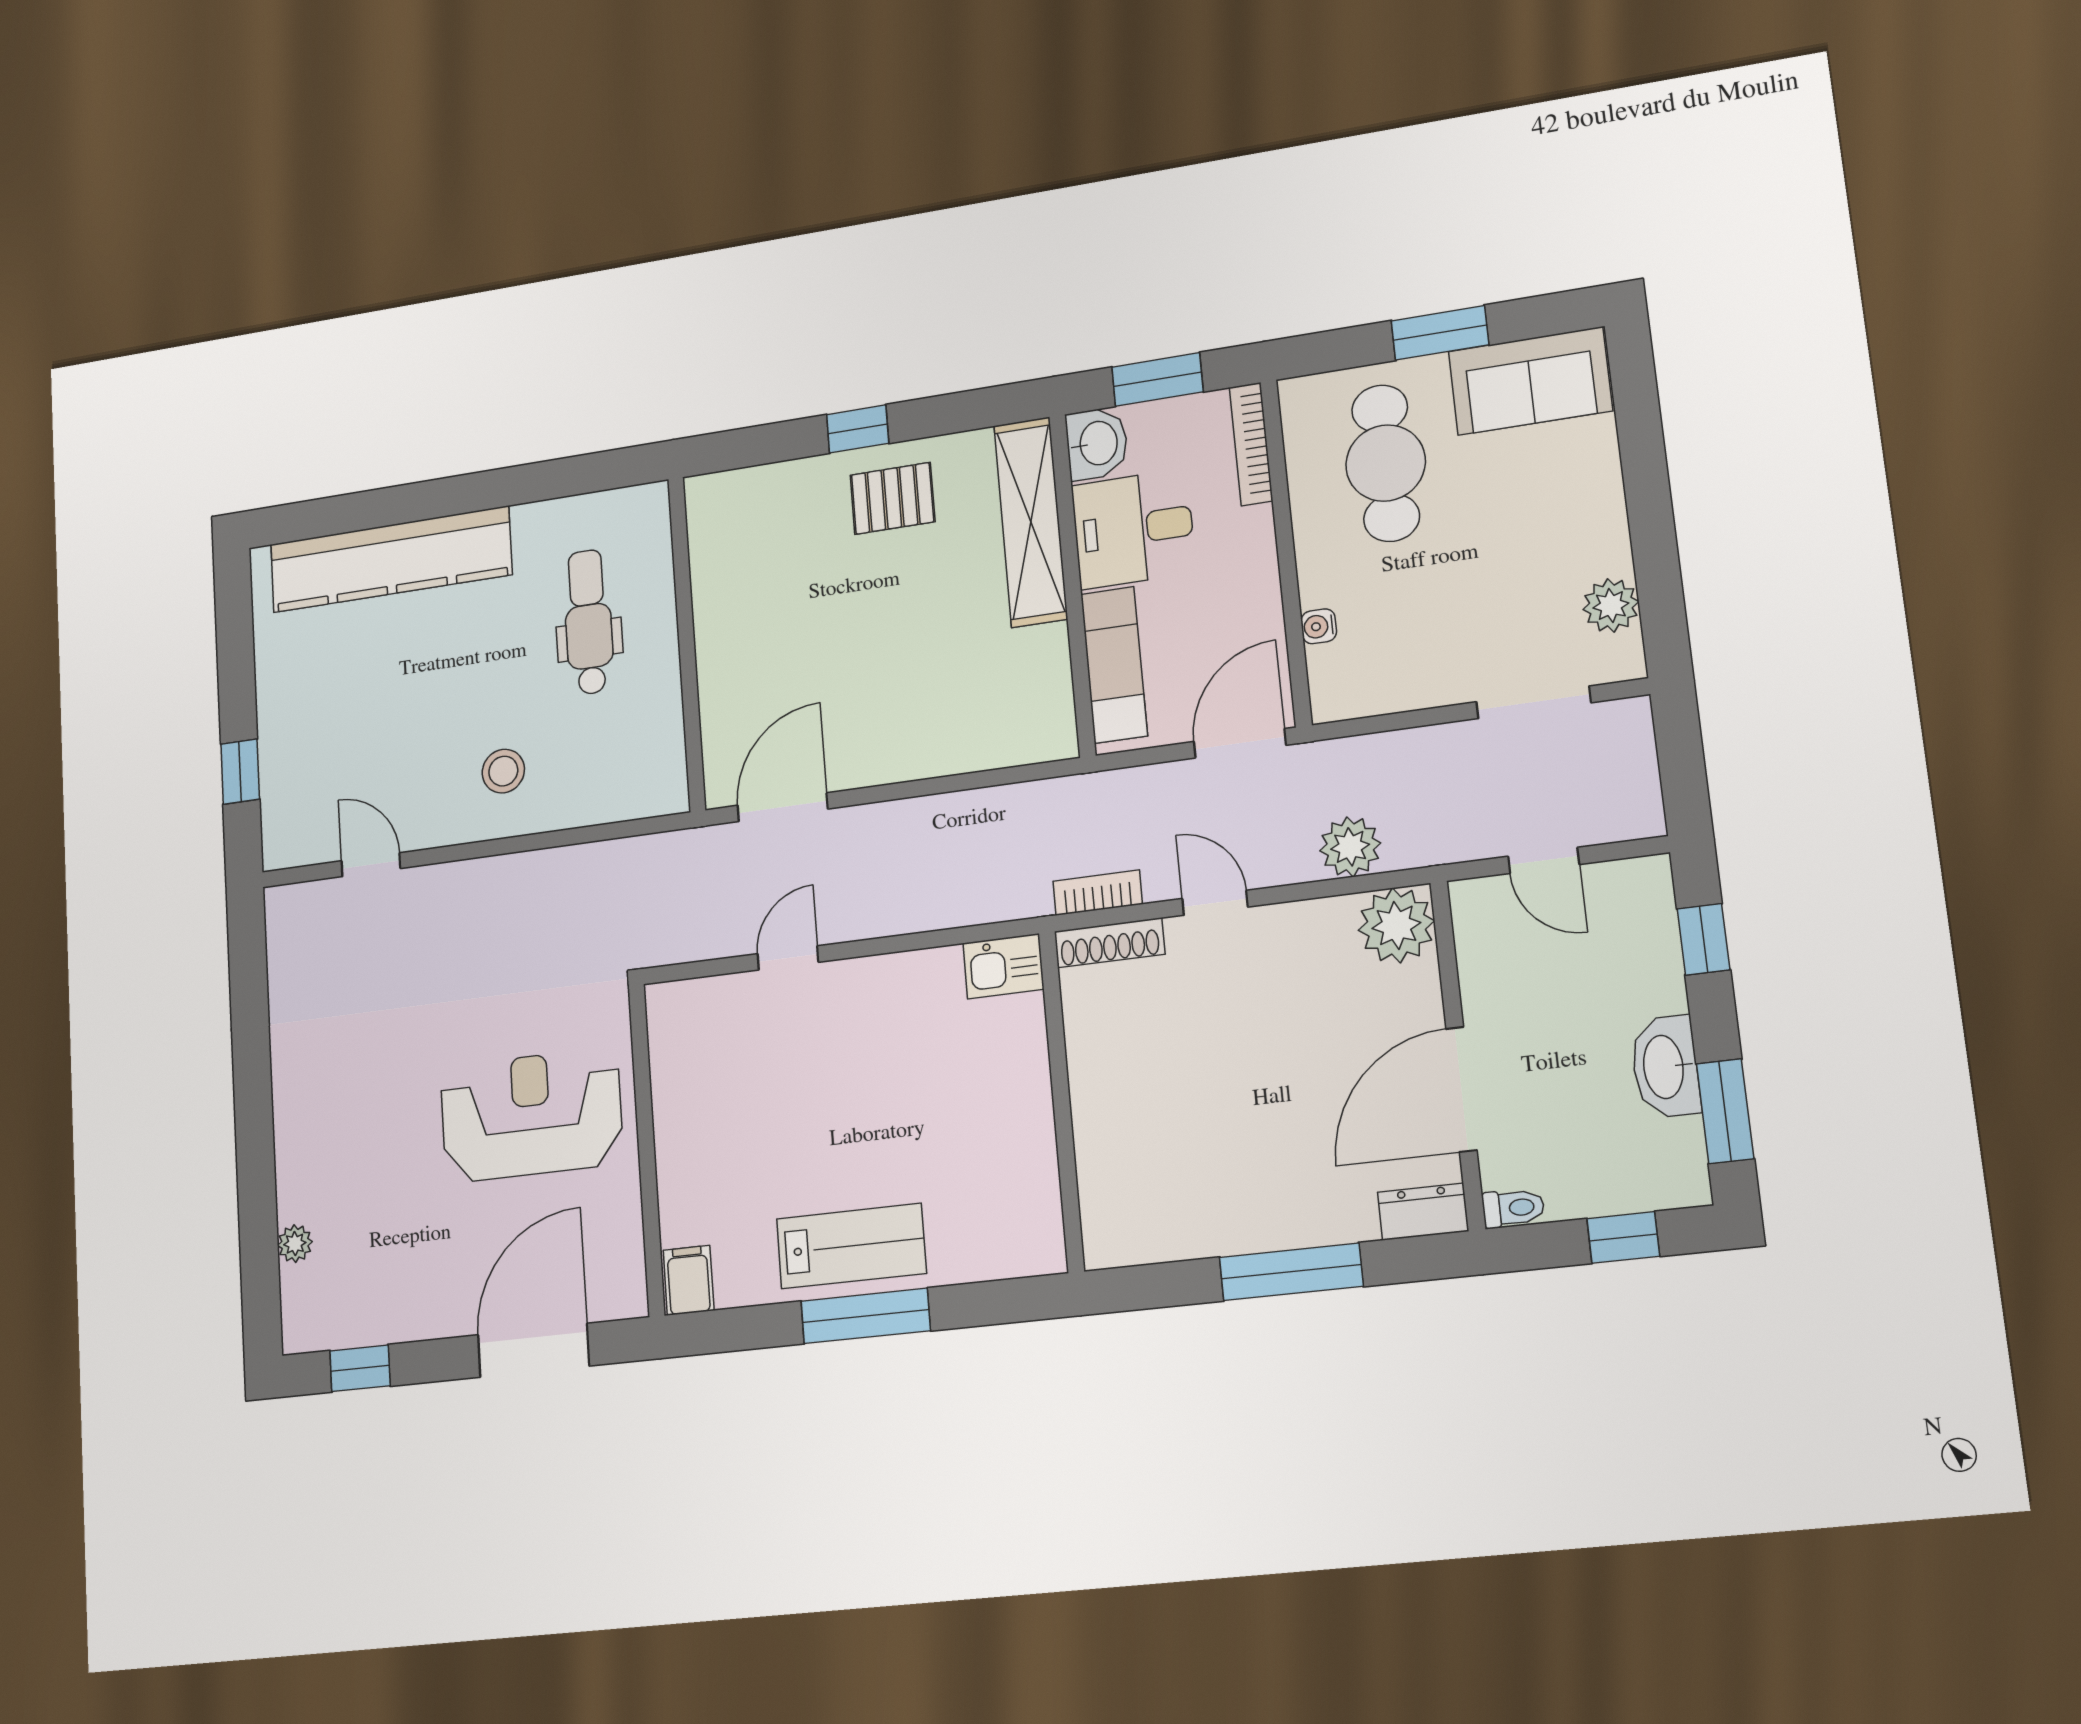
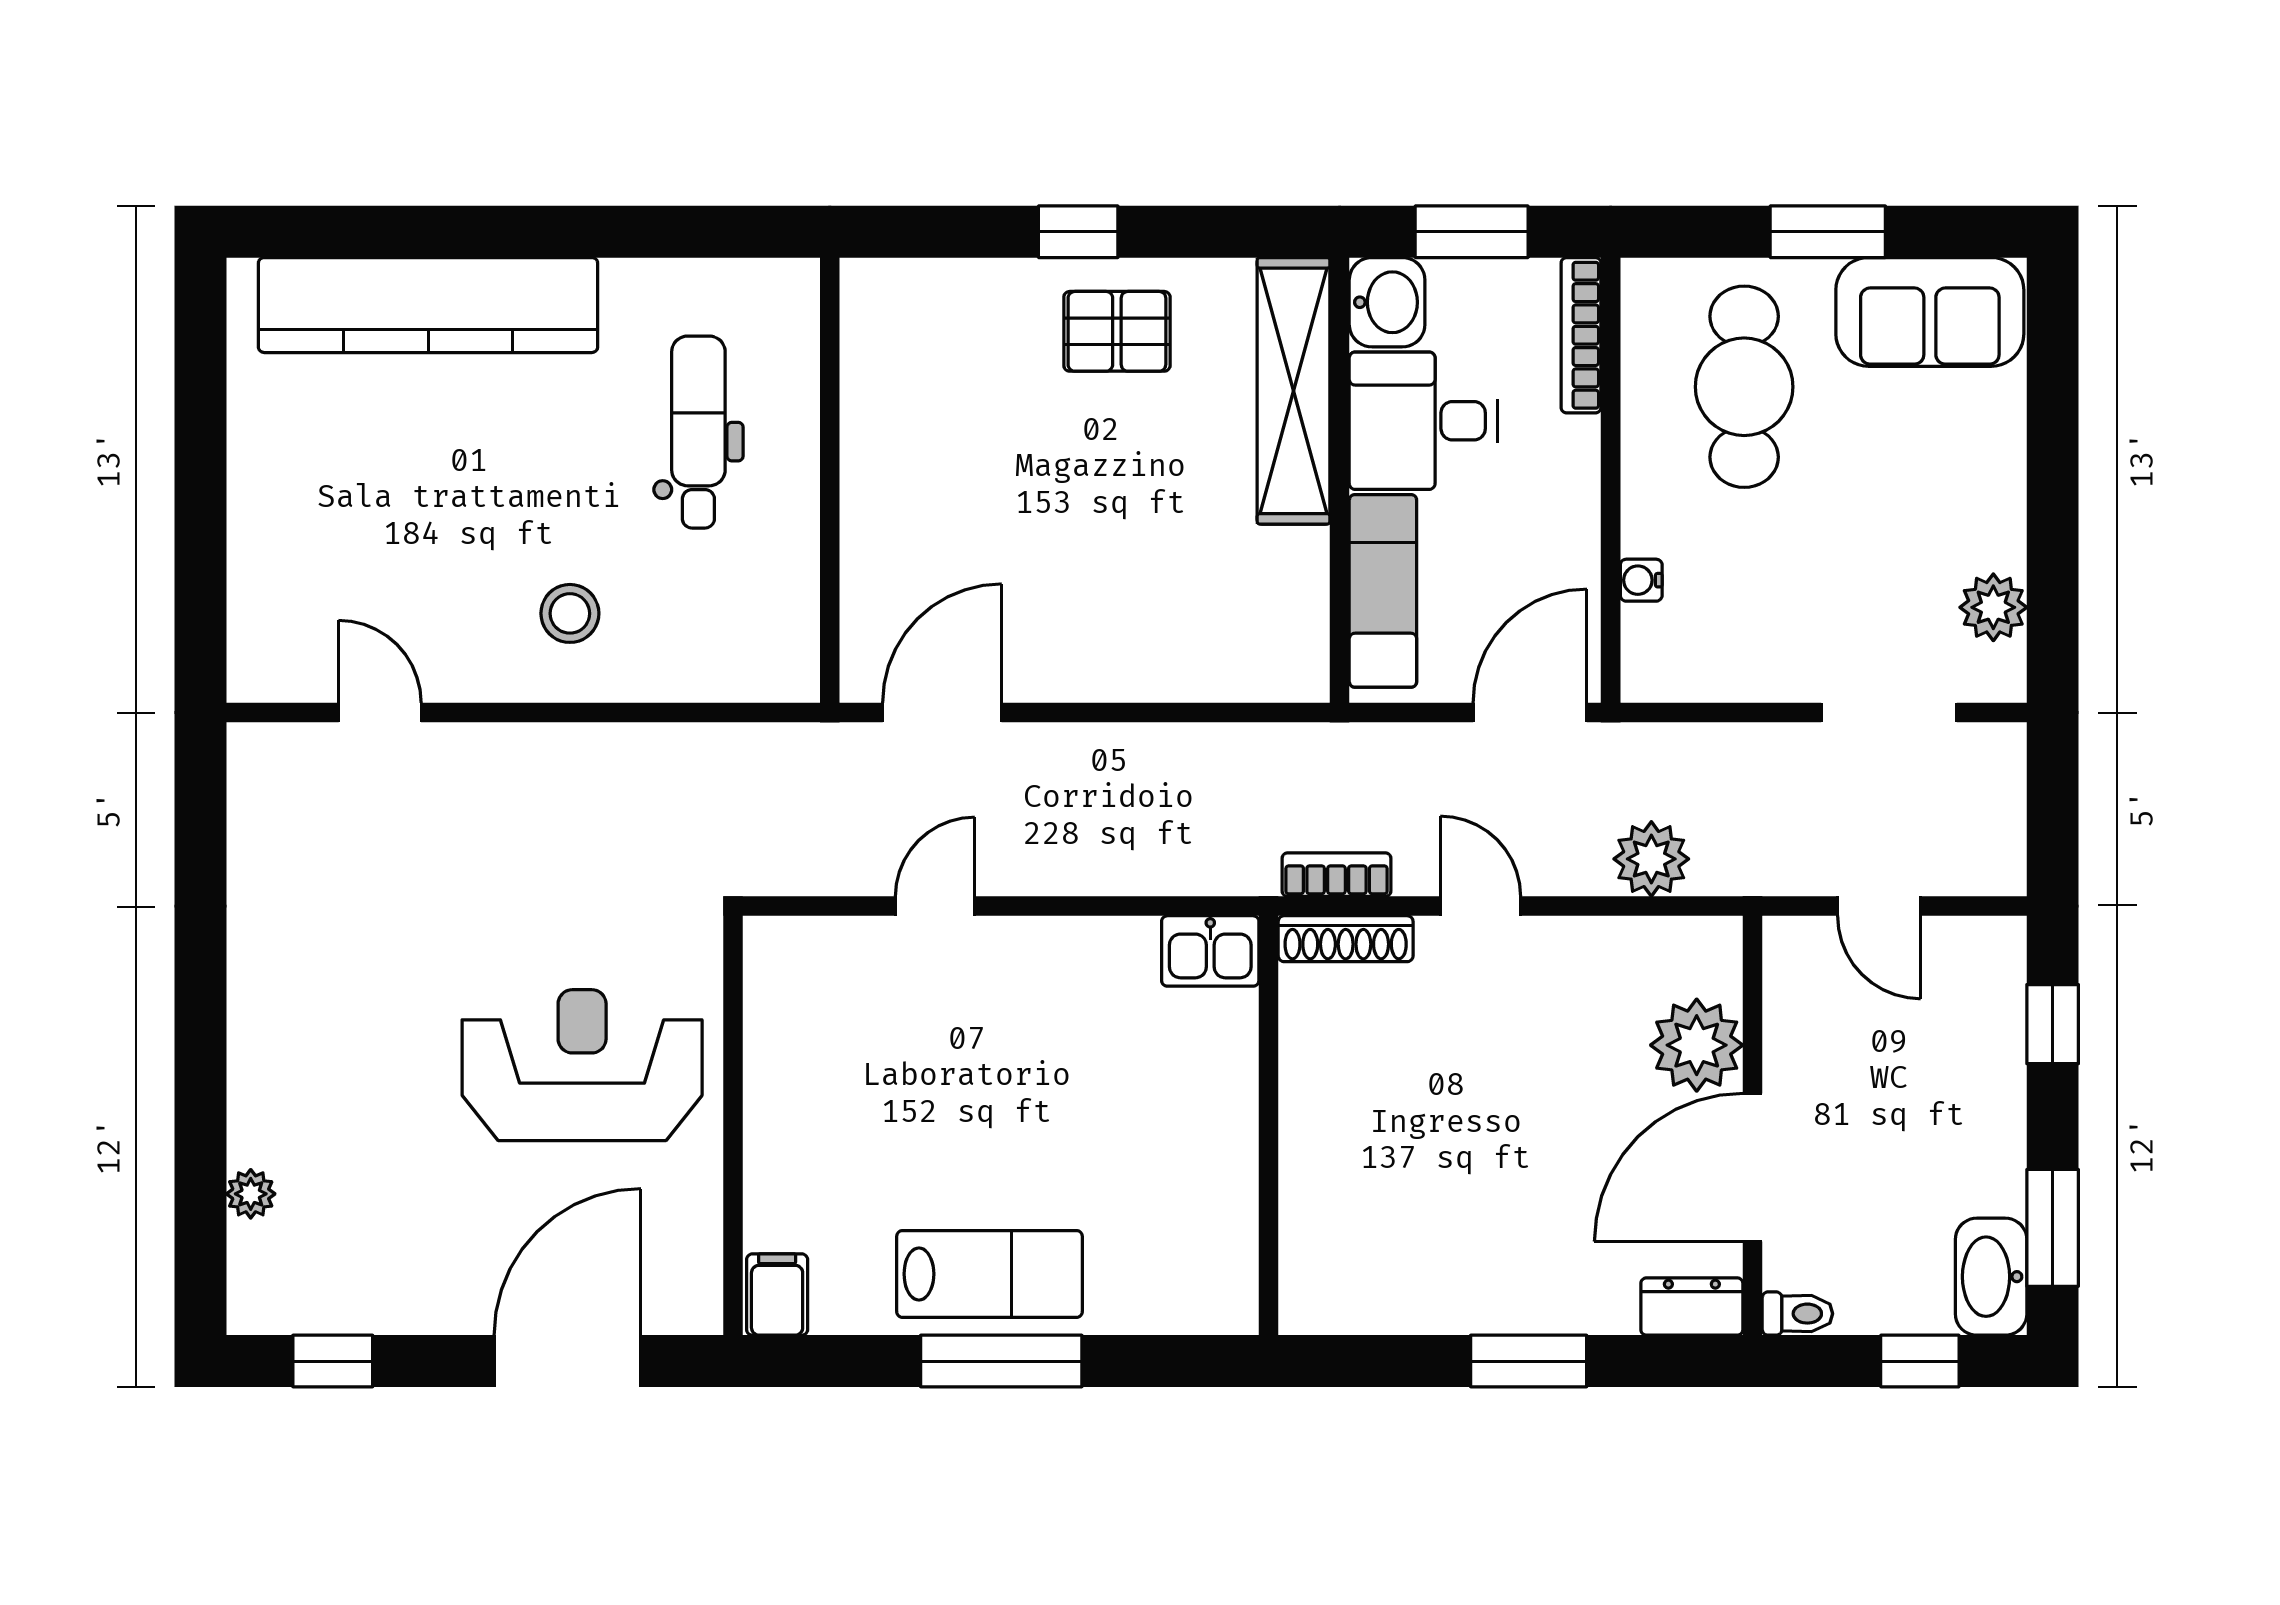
window: (240, 772) -> (201, 562), removed
plant: (1396, 925) -> (1697, 1045), moved
washbasin: (1665, 1067) -> (1991, 1277), moved
window: (1291, 1272) -> (1529, 1361), width x0.69

